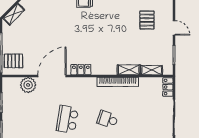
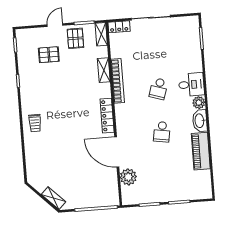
pallet: (13, 61) -> (75, 38), moved
locker: (81, 70) -> (107, 116), width x1.53
shelving: (152, 70) -> (101, 34), moved
school desk: (67, 119) -> (162, 132), width x0.54

